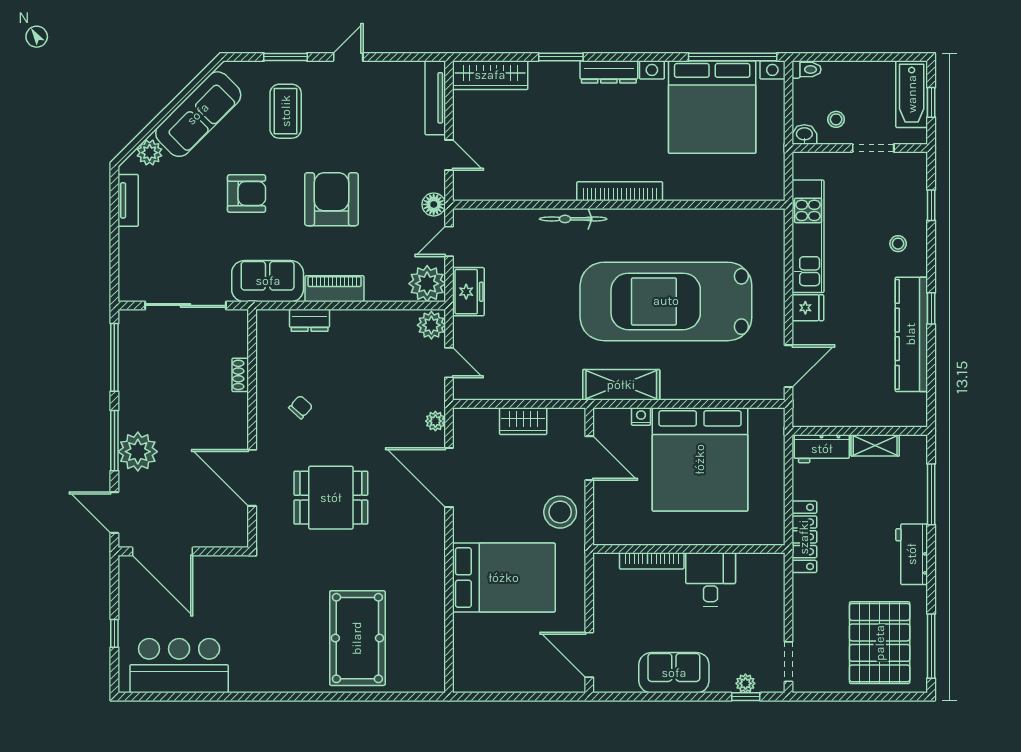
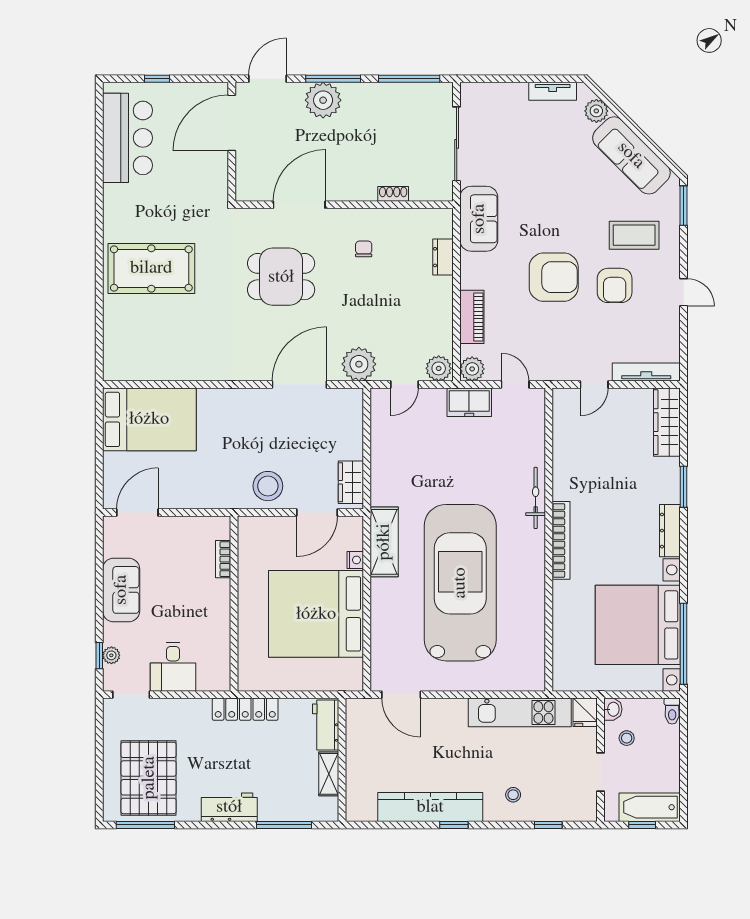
window: (285, 57) -> (684, 206), moved
armchair: (247, 194) -> (615, 285), moved
floor lamp: (434, 204) -> (549, 371), removed
plant: (427, 284) -> (472, 369), width x0.73, depth x0.73
piano: (335, 289) -> (472, 317), moved
fridge: (808, 308) -> (585, 712), moved
chair: (301, 407) -> (364, 249), turned -132
plant: (435, 421) -> (359, 364), width x1.88, depth x1.88
wardrobe: (523, 421) -> (351, 482), moved
dining table: (331, 498) -> (281, 277), turned 90
bookcase: (652, 561) -> (223, 559), width x0.64
bed: (504, 578) -> (149, 419), moved, turned -90
desk: (711, 579) -> (173, 667), moved, turned 90
pool table: (357, 638) -> (151, 268), moved
pallet: (880, 643) -> (149, 778), turned 90

